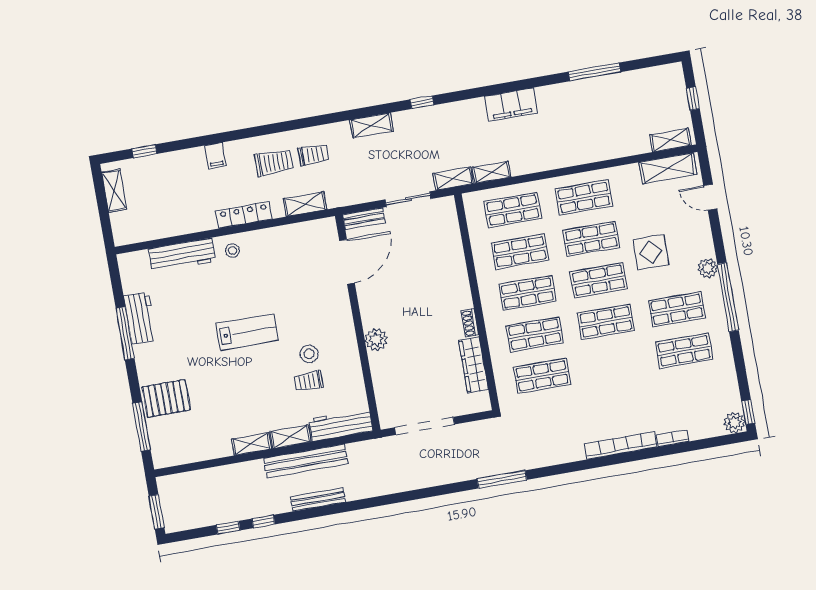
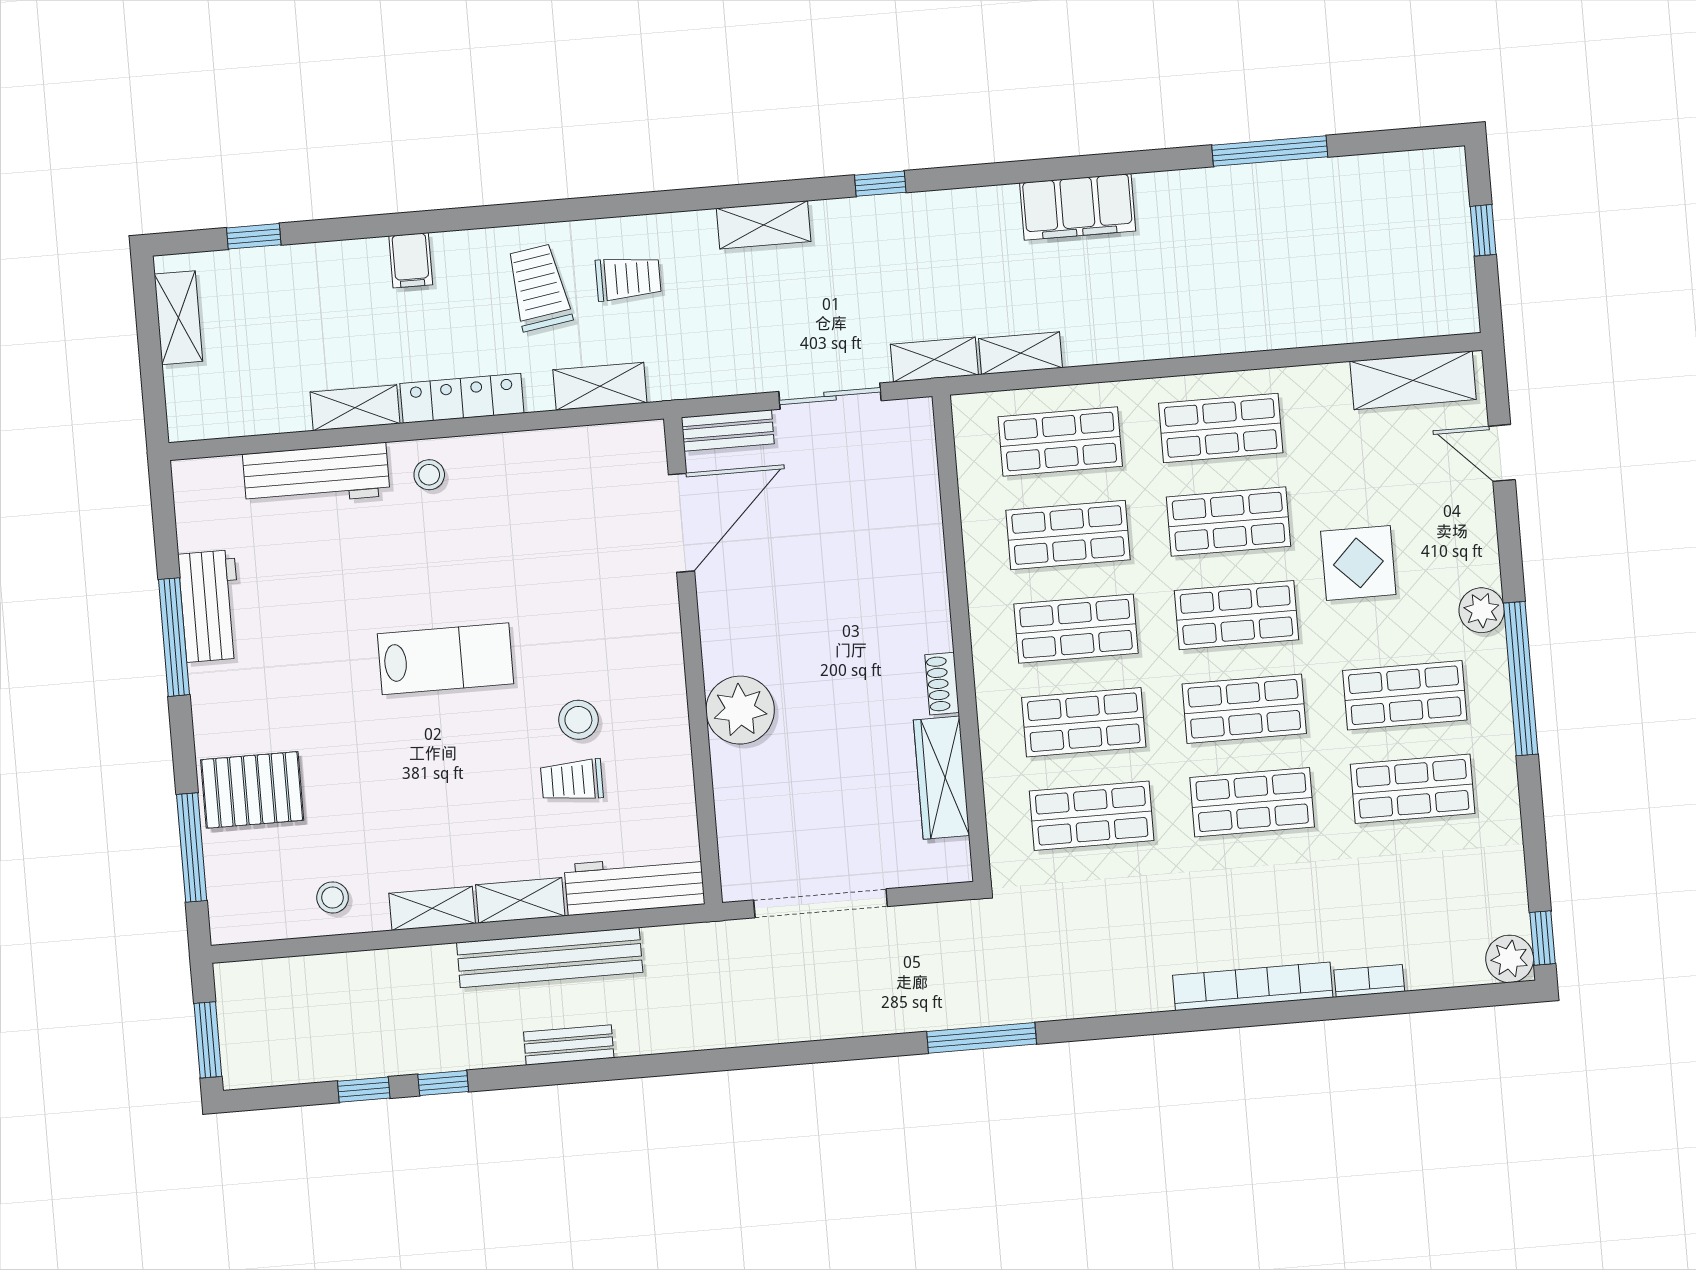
shelving: (670, 140) -> (355, 408), moved
trolley: (274, 162) -> (539, 288), turned -99
plant: (376, 340) -> (740, 710), width x1.36, depth x1.36
shop shelf: (613, 363) -> (1252, 802), added
stool: (206, 443) -> (333, 897), added
bench: (318, 499) -> (569, 1045), width x0.73

